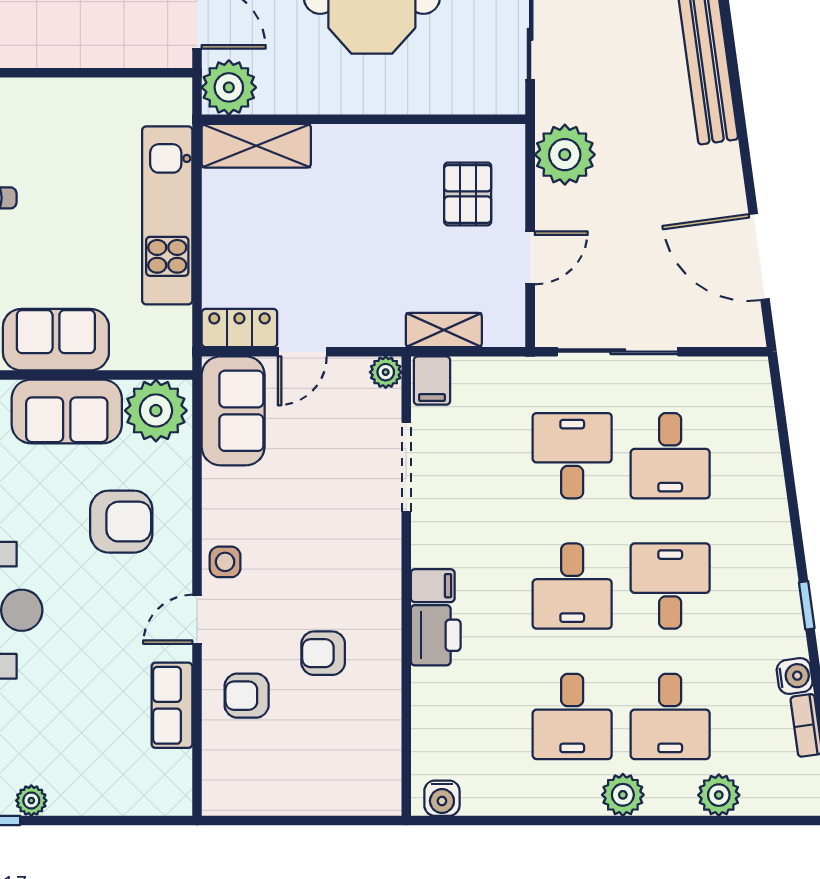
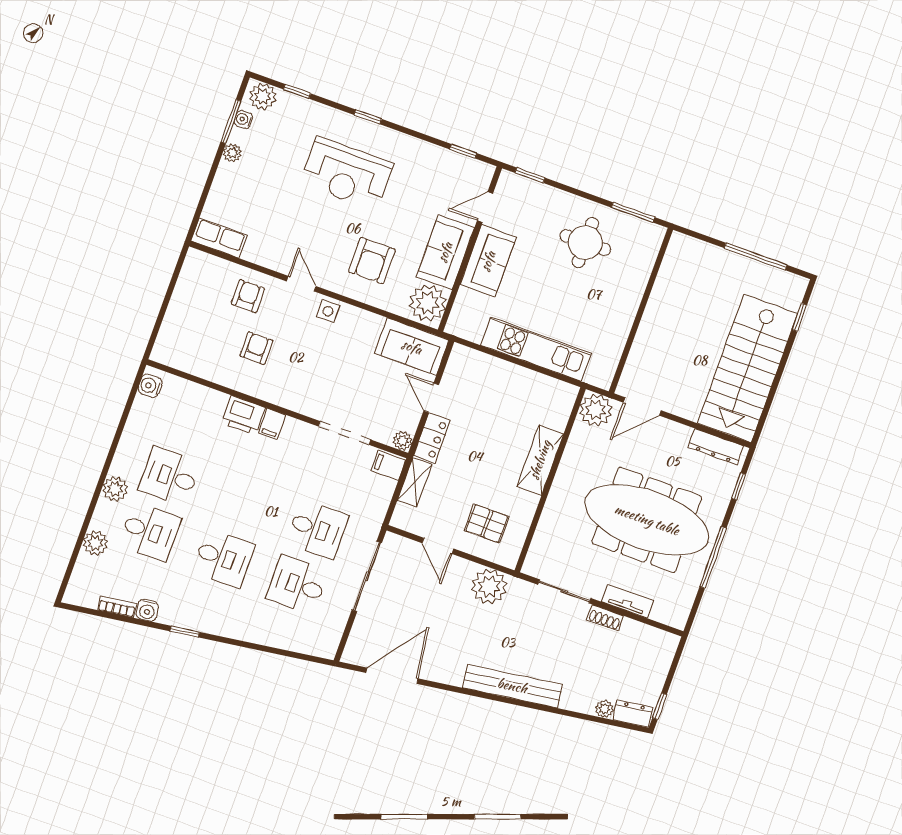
shelving: (256, 146) -> (540, 460), moved
locker: (239, 328) -> (432, 438), moved
desk: (572, 586) -> (244, 503), removed
row of seats: (172, 705) -> (219, 238), moved
desk: (670, 716) -> (150, 532), turned 180

